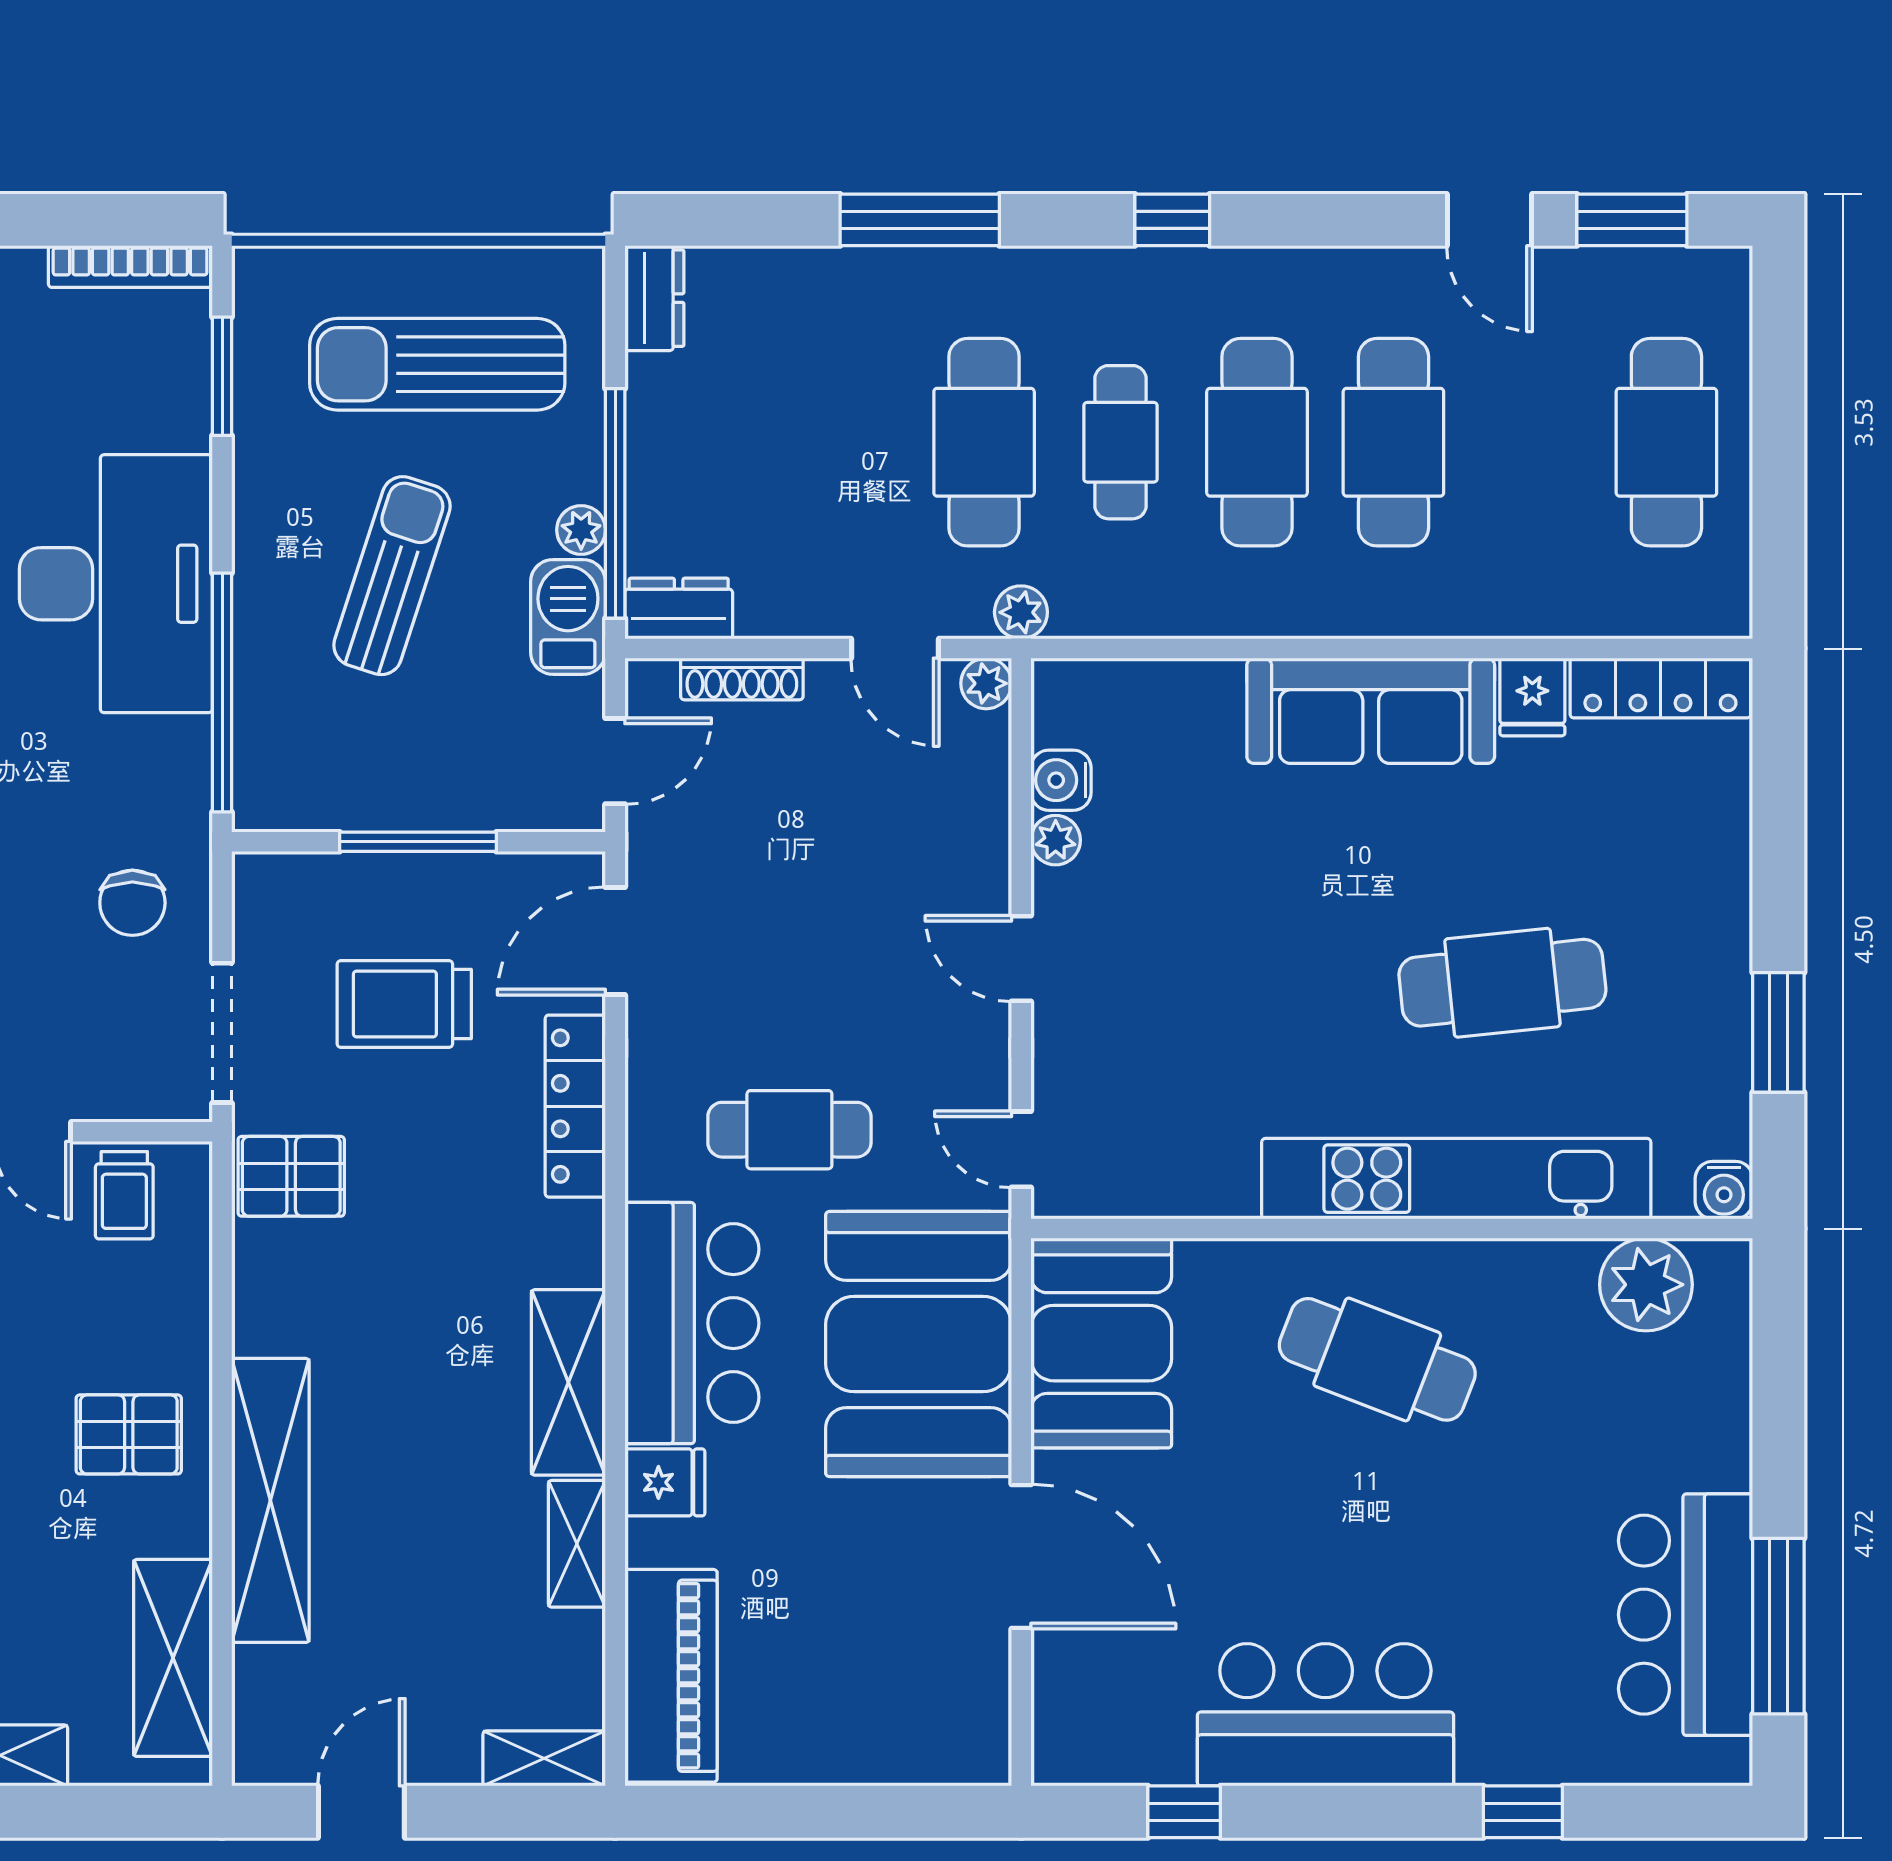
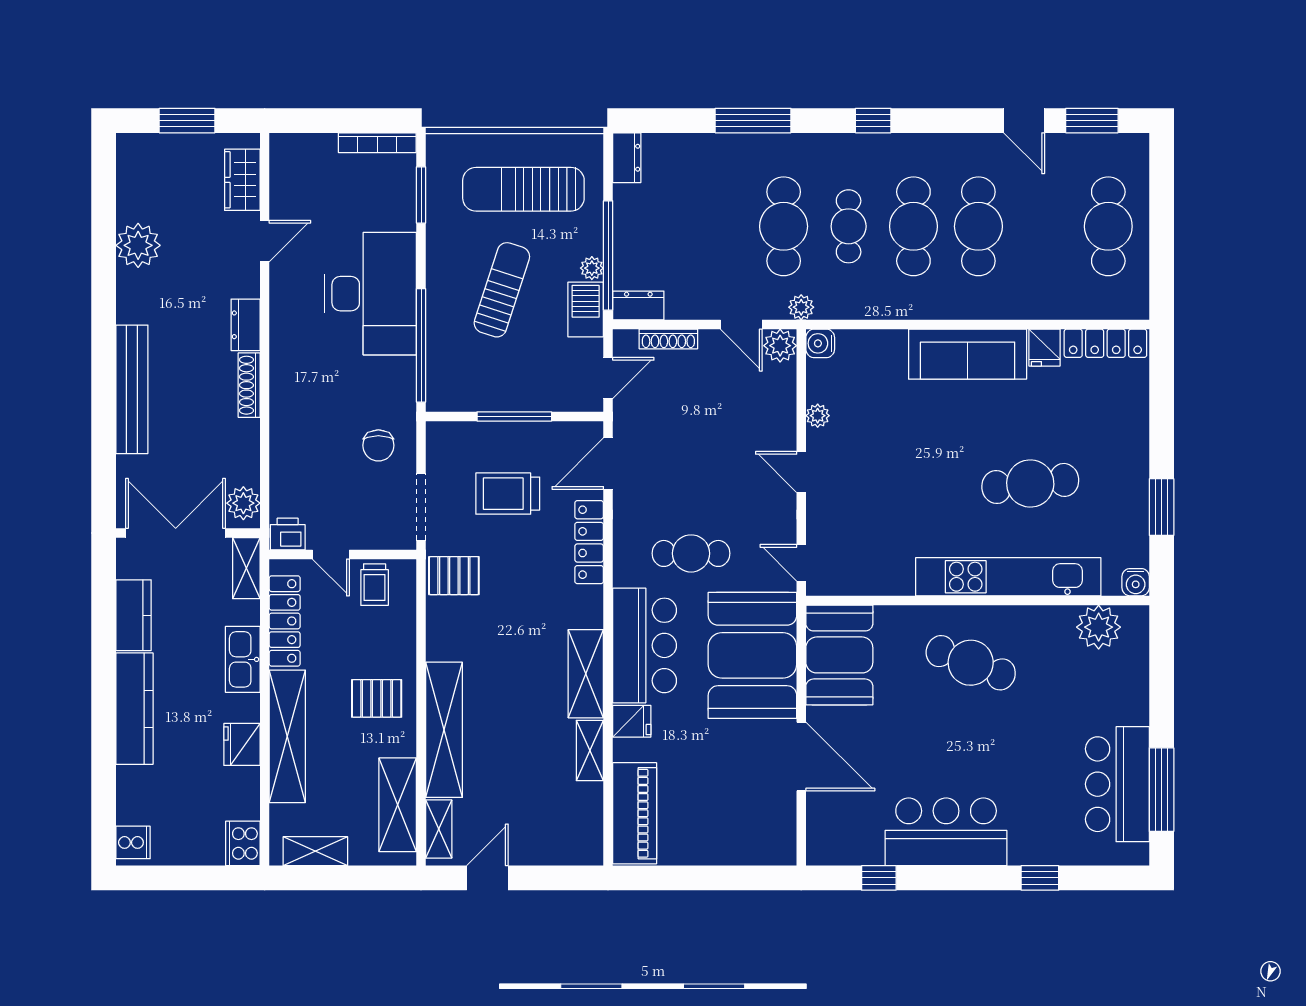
plant: (986, 683) -> (780, 346), width x1.38, depth x1.38
water cooler: (1061, 780) -> (820, 343), moved
shelving: (544, 1758) -> (439, 829), moved, turned 90

